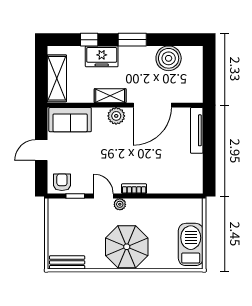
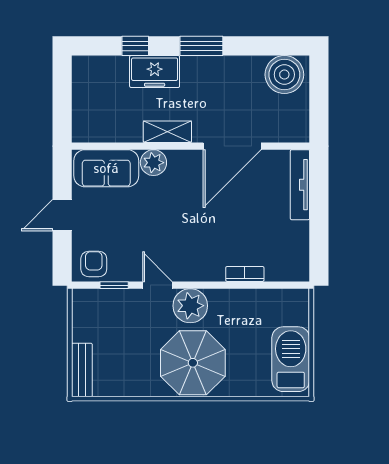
boiler: (169, 58) -> (284, 75), moved
shelving: (57, 78) -> (86, 105), removed
plant: (116, 116) -> (153, 163), moved
bookcase: (134, 189) -> (245, 274), moved
plant: (120, 204) -> (190, 306), width x1.88, depth x1.88
bench: (67, 262) -> (82, 370), moved, turned 90

